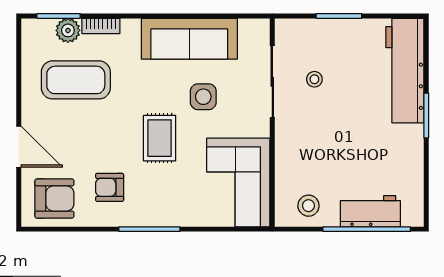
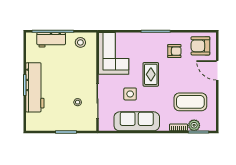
workbench: (405, 71) -> (35, 87), moved

